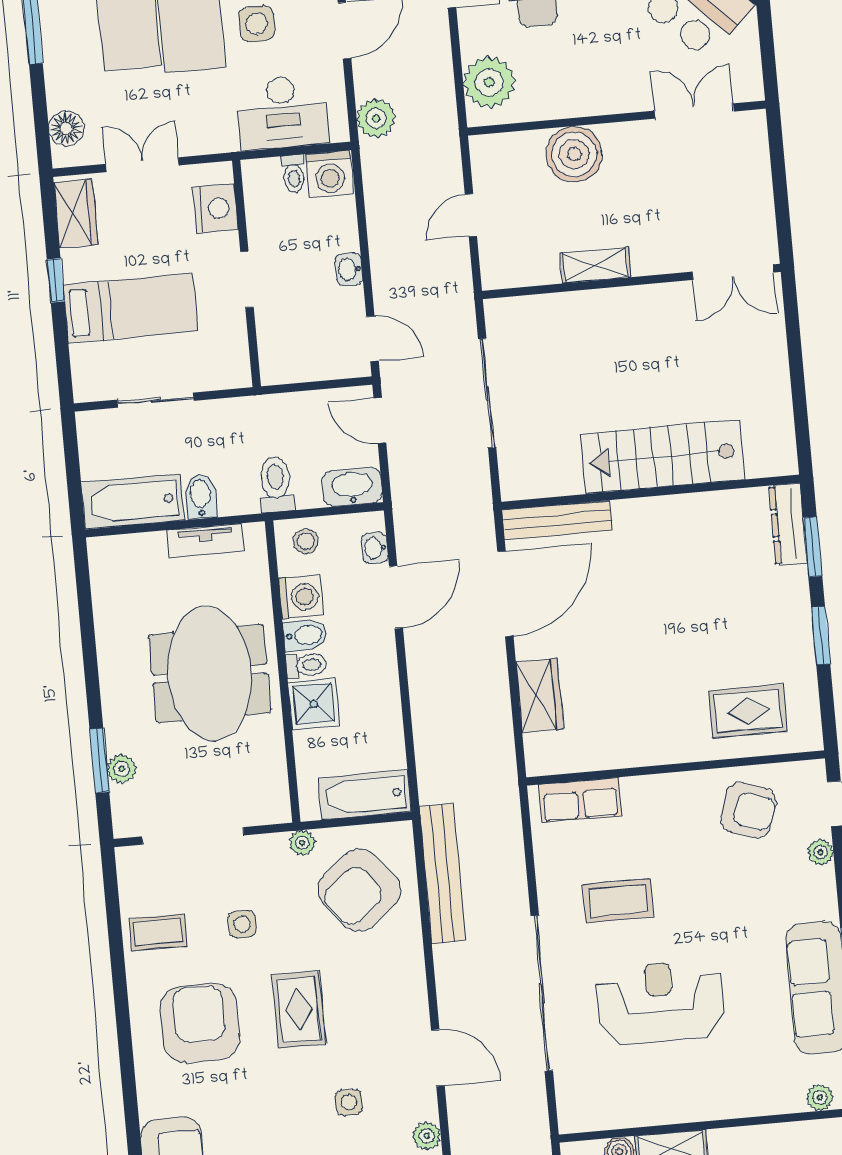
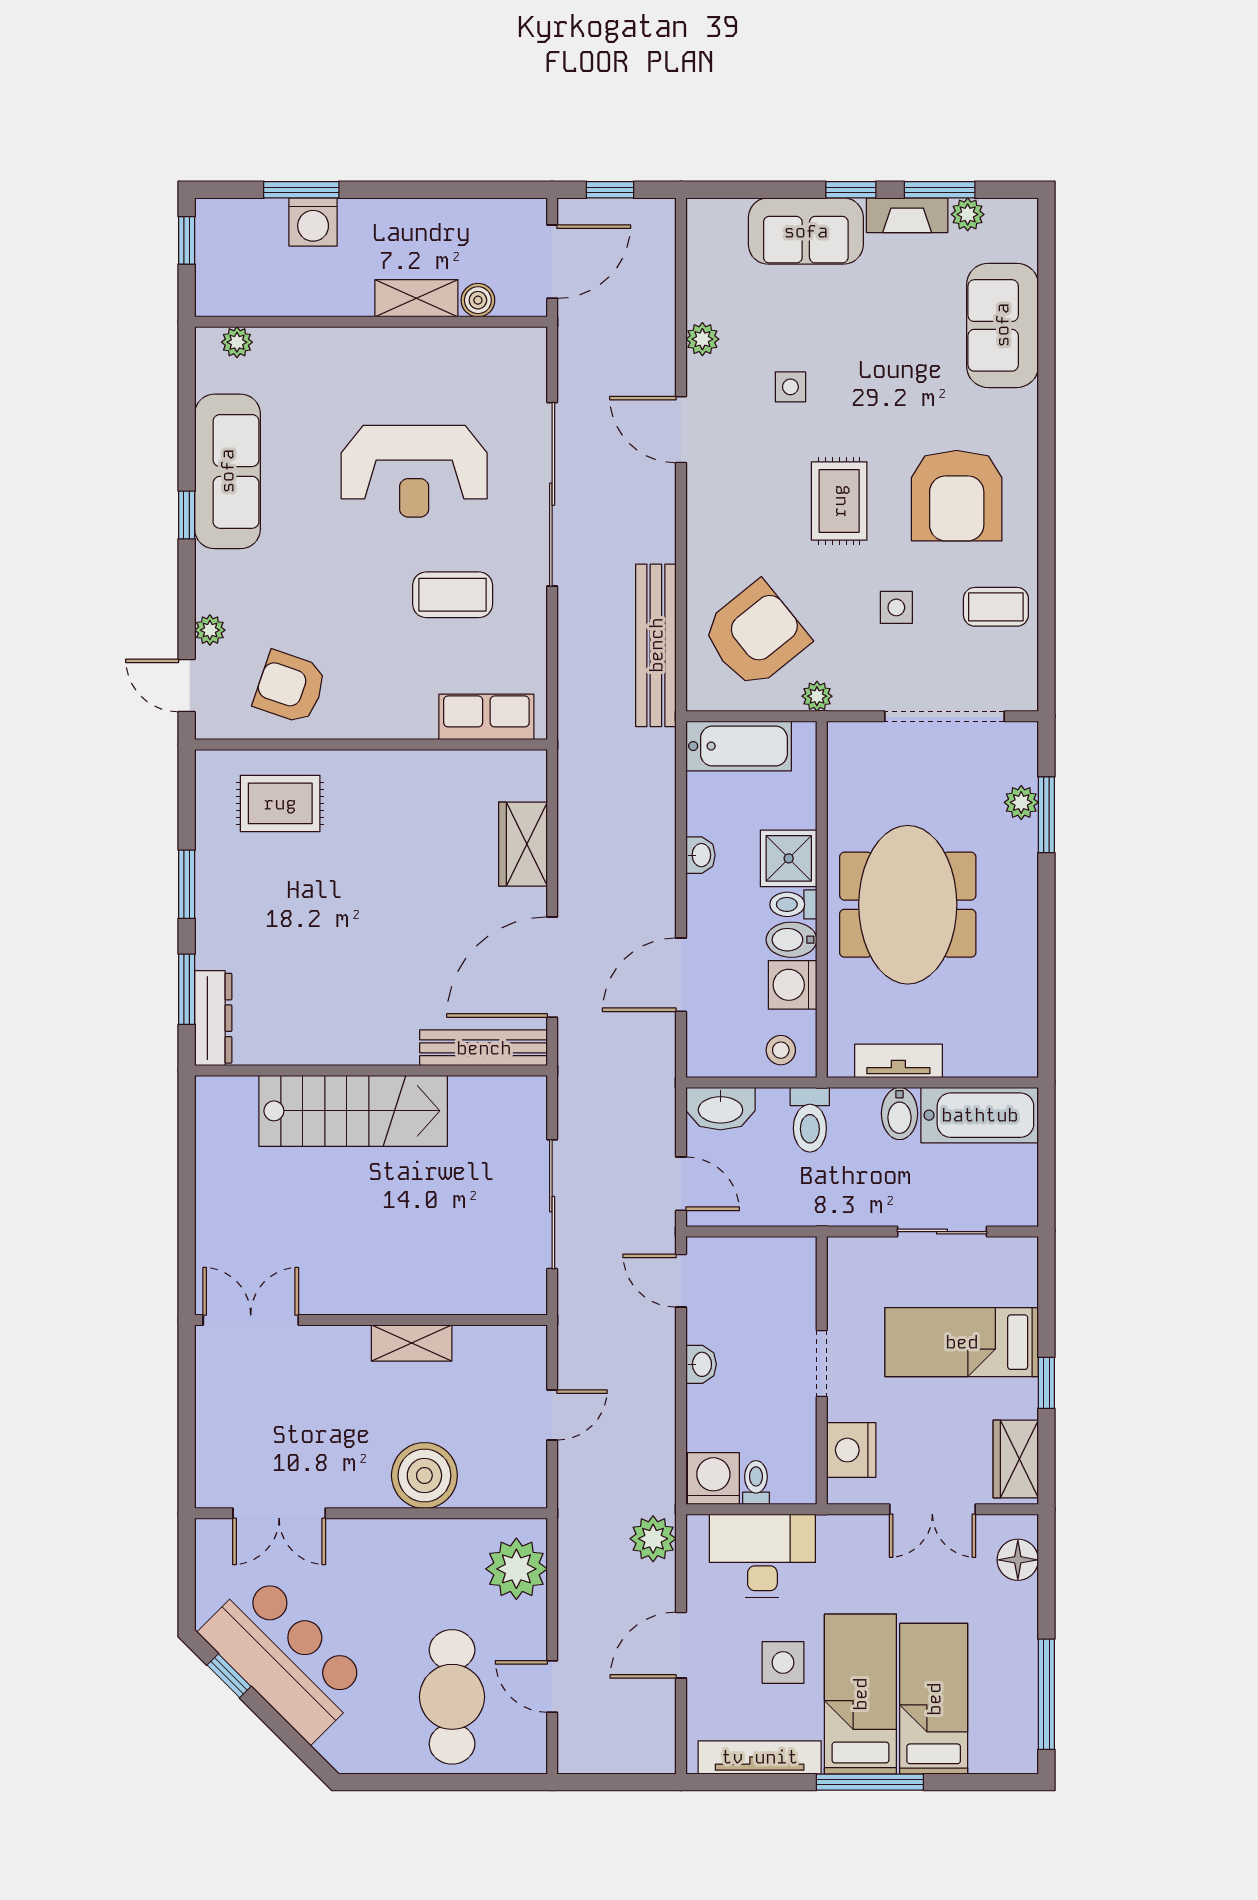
washbasin: (375, 548) -> (700, 855), moved

